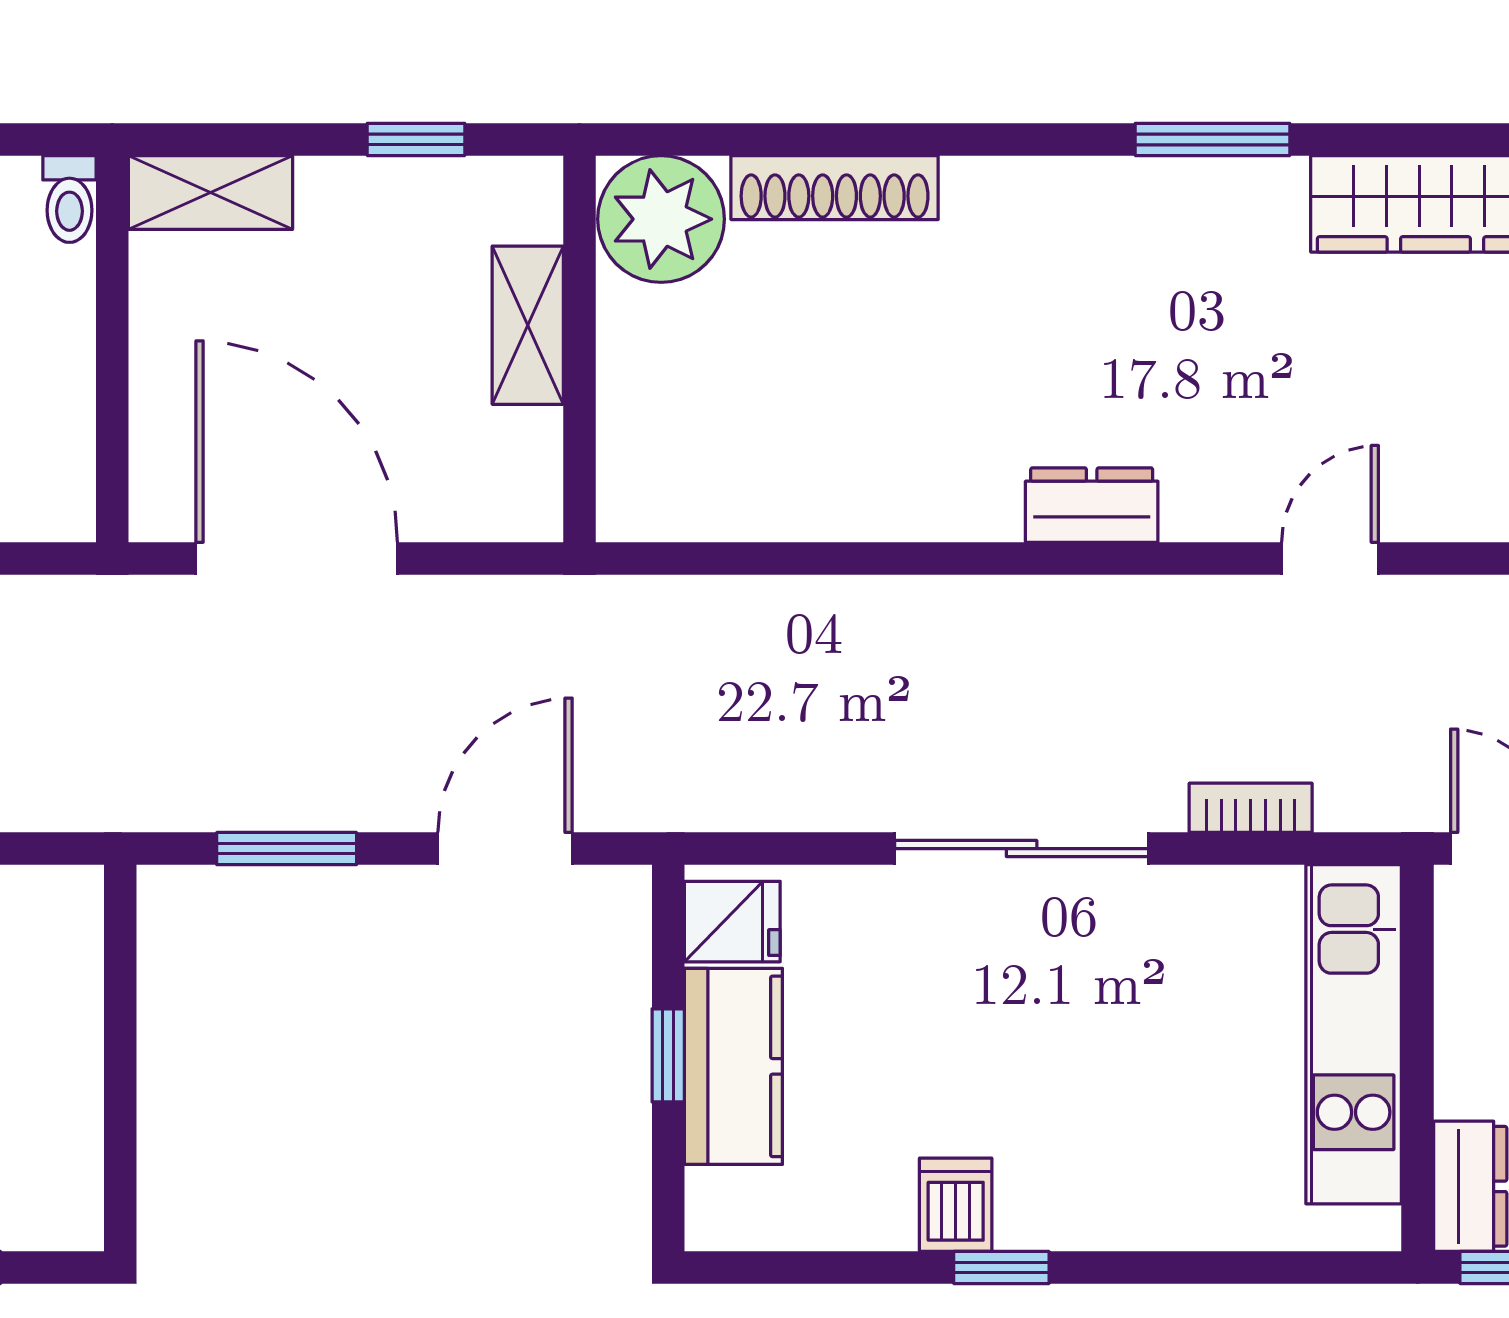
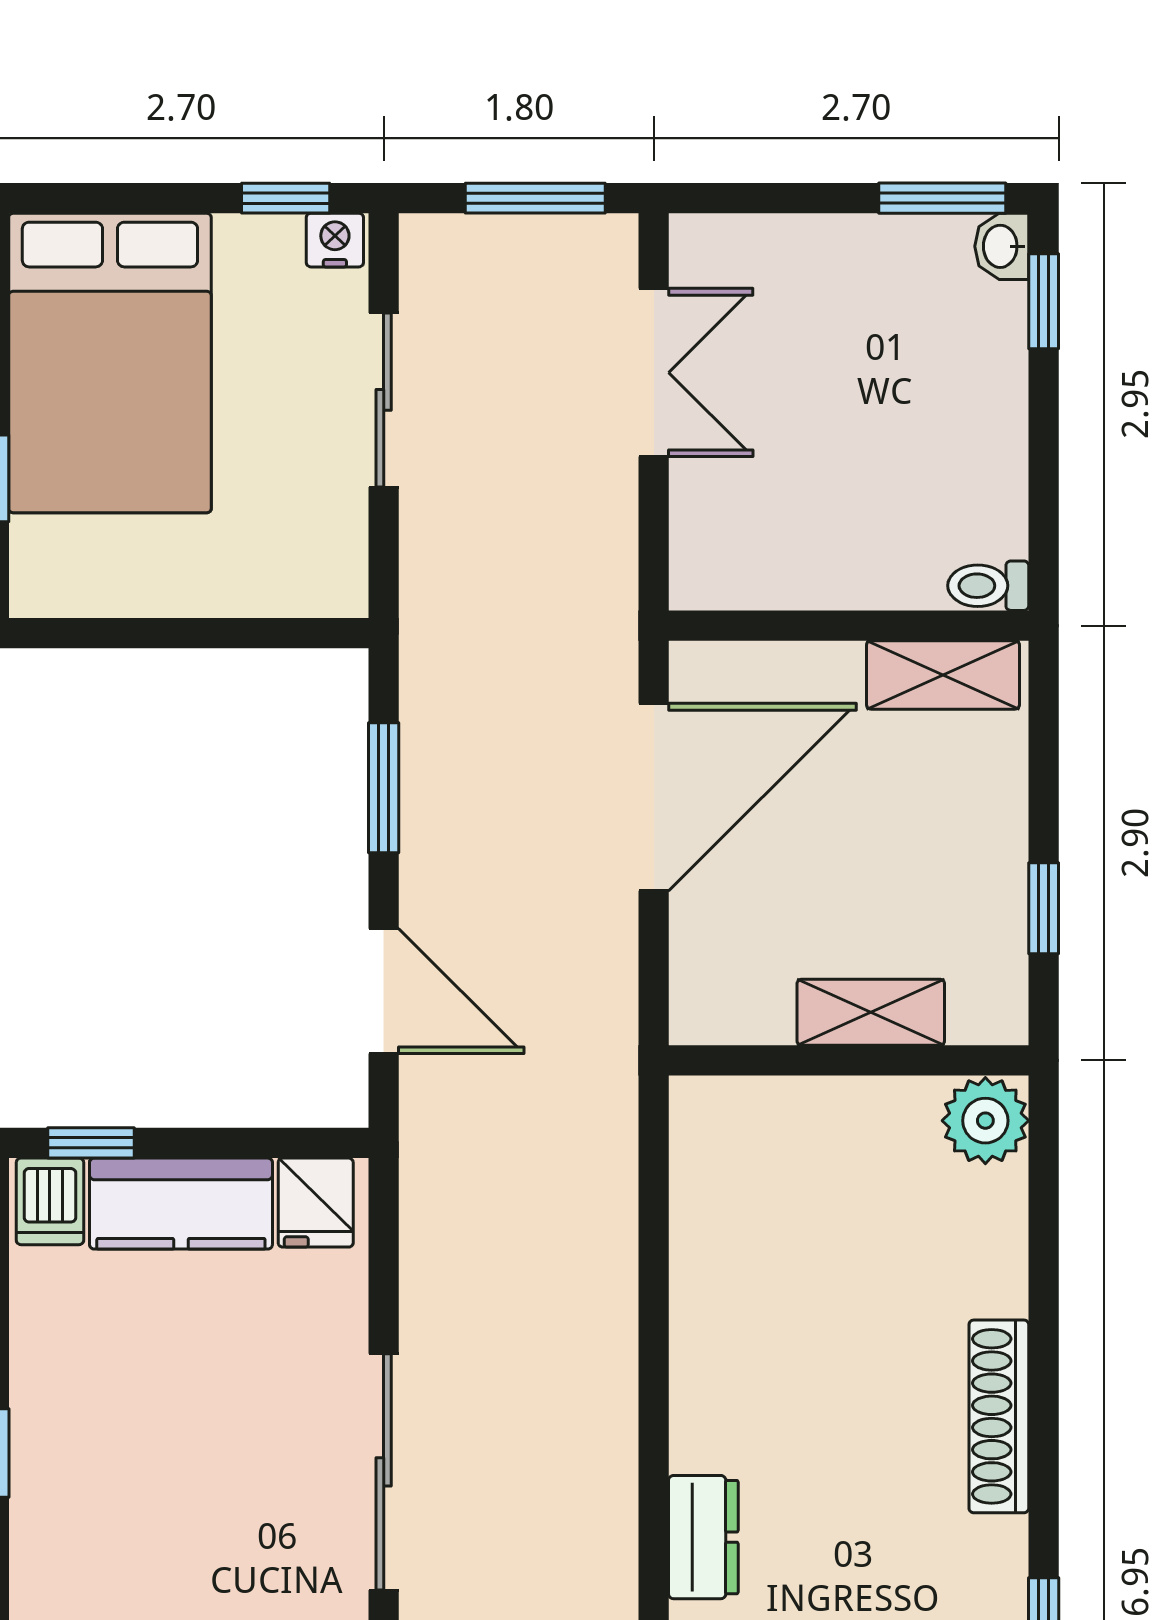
shoe rack: (835, 188) -> (999, 1416), moved
shelving: (210, 193) -> (943, 675), moved, turned 90
plant: (661, 219) -> (985, 1121), width x0.73, depth x0.73
window: (668, 1055) -> (91, 1143), moved
dishwasher: (956, 1205) -> (50, 1201), moved, turned 90

